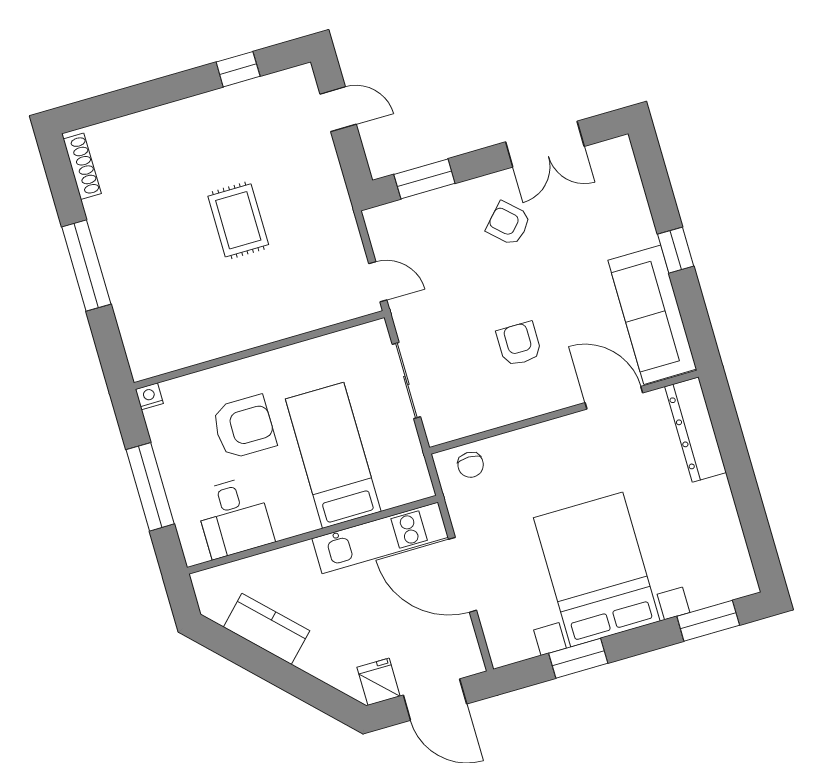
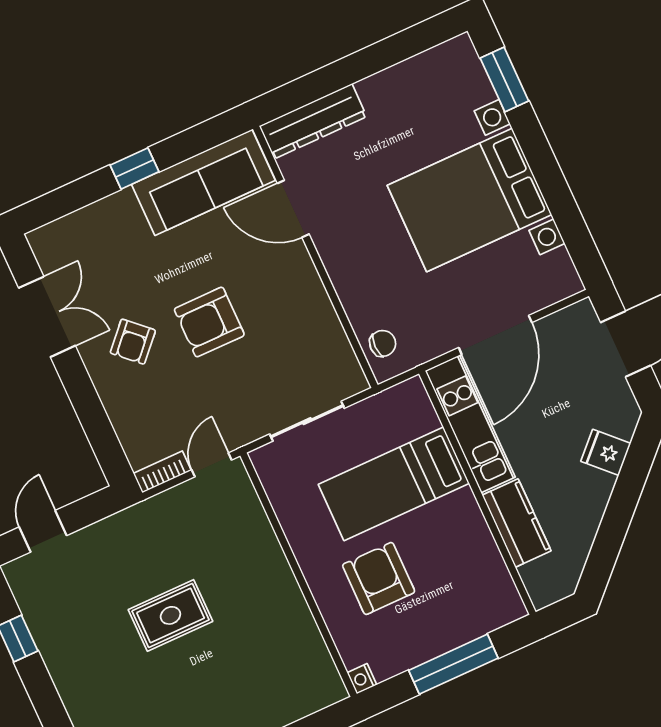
window: (424, 179) -> (100, 433), removed
bookcase: (378, 233) -> (162, 472), added
armchair: (519, 344) -> (209, 322), moved, width x1.38, depth x1.38
door: (614, 398) -> (293, 209), hinge flipped
desk: (234, 517) -> (471, 575), removed
kitchen counter: (267, 629) -> (517, 523), moved, turned 135
window: (578, 658) -> (562, 205), removed
fridge: (379, 682) -> (606, 452), moved, turned 45

